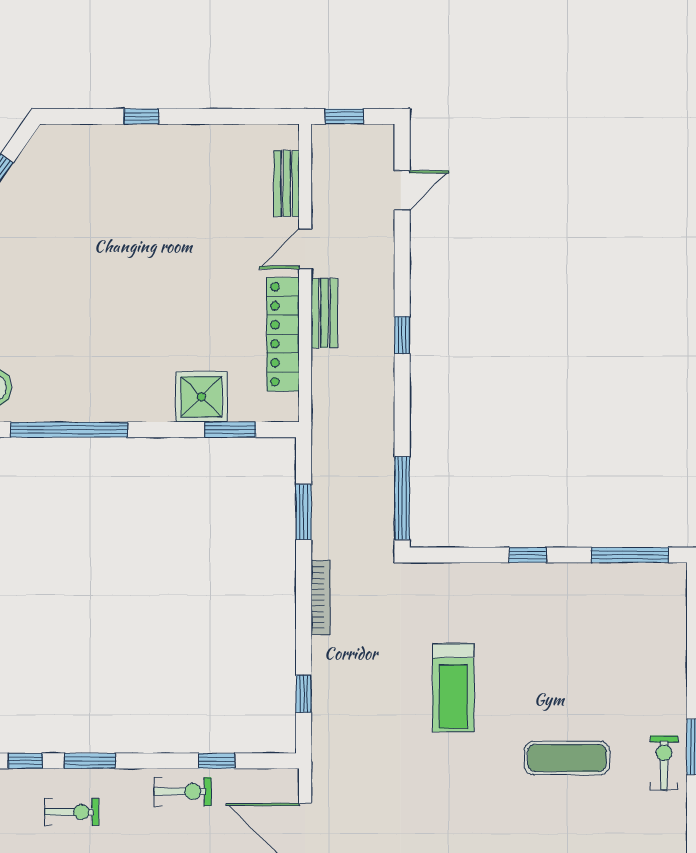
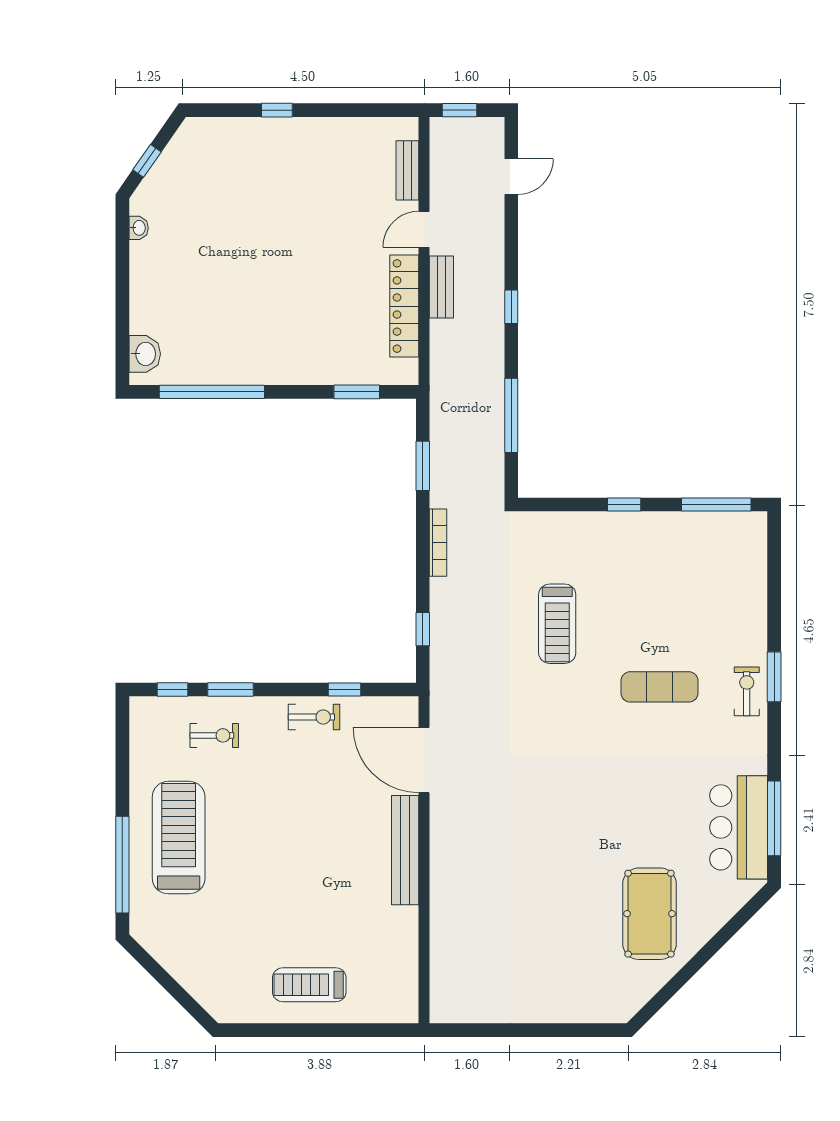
shower: (201, 397) -> (331, 362), removed
window: (402, 498) -> (511, 415), moved

